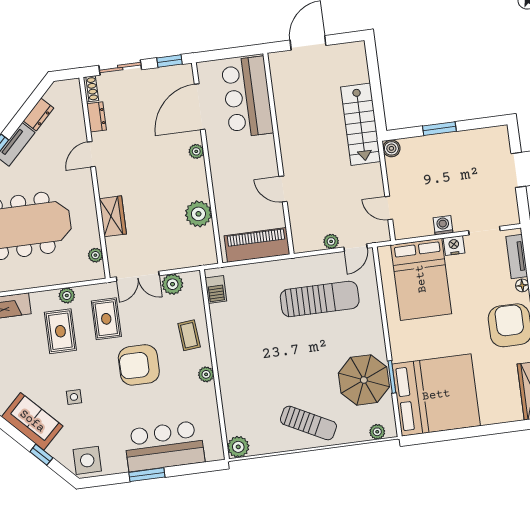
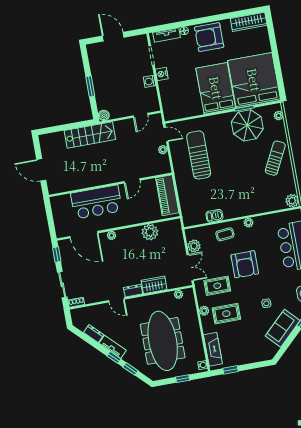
bar counter: (247, 97) -> (96, 202), moved
dresser: (96, 117) -> (133, 291), moved
bed: (421, 279) -> (216, 88), moved, turned -90
barbecue: (216, 289) -> (214, 216), moved

